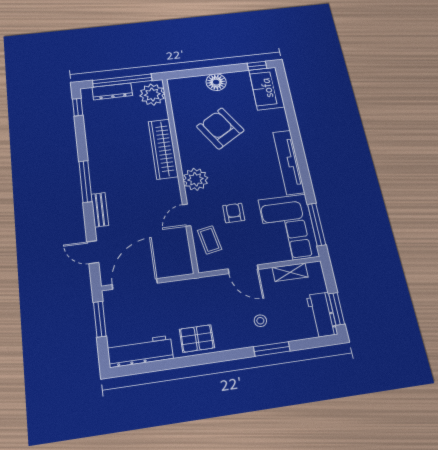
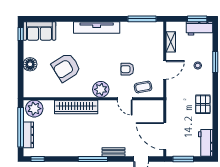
corner sofa: (289, 228) -> (142, 37), removed
workbench: (140, 351) -> (206, 143), width x0.73

